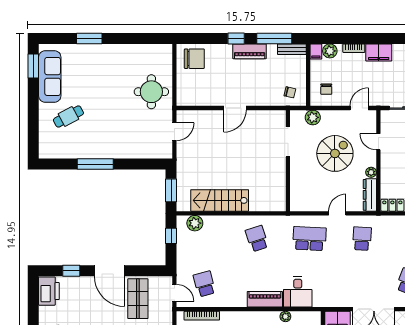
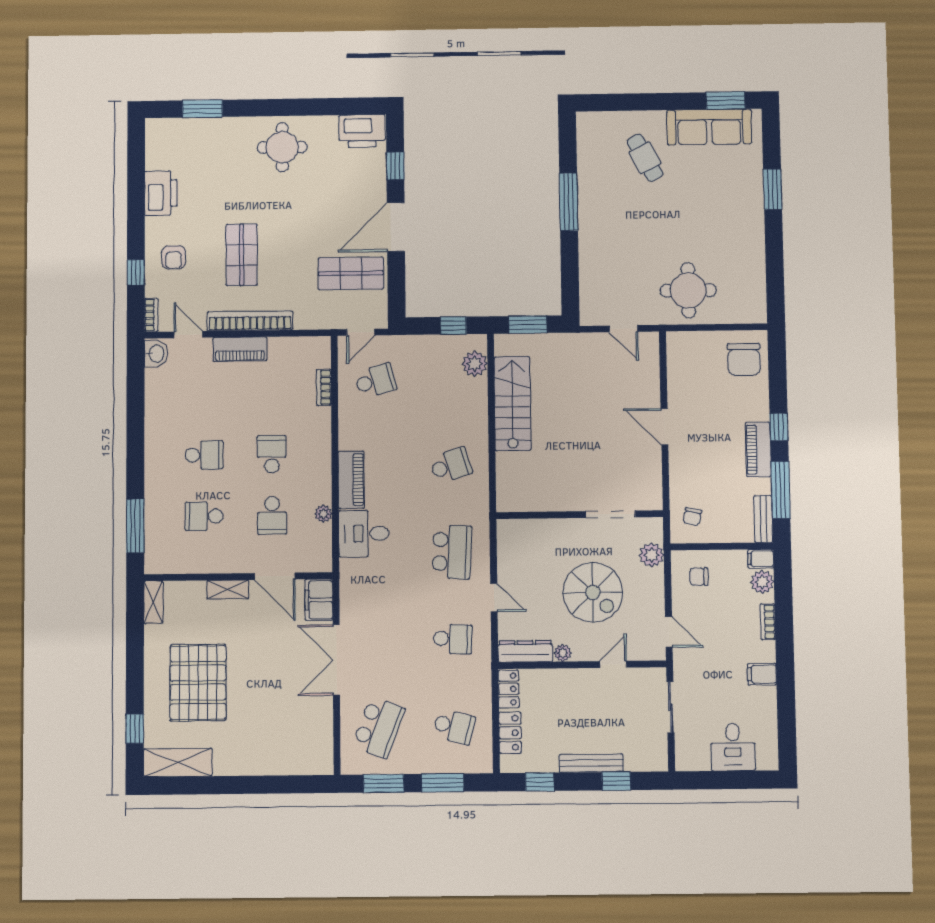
filing cabinet: (379, 52) -> (762, 674), width x0.50
bookcase: (202, 316) -> (324, 387), width x0.64

